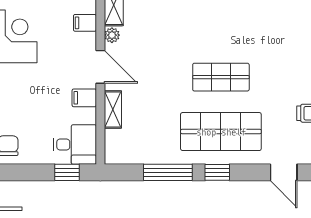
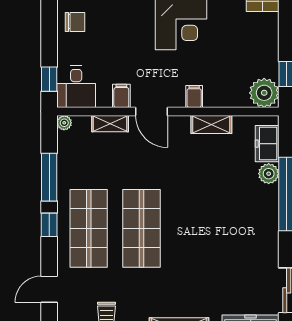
plant: (112, 35) -> (64, 123), moved
door: (100, 67) -> (151, 112), hinge flipped
shop shelf: (221, 77) -> (141, 228), width x1.43, depth x1.36

